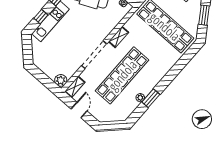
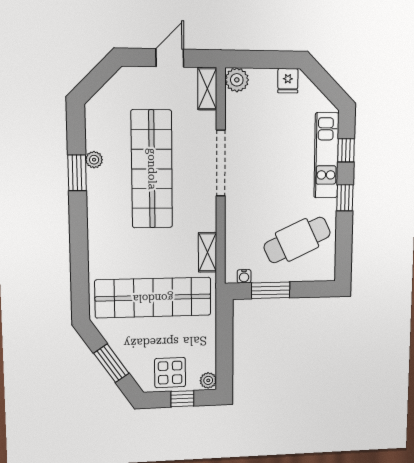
shelving: (119, 37) -> (208, 252), moved
fridge: (41, 63) -> (288, 81), added
door: (79, 110) -> (170, 58), swing flipped

